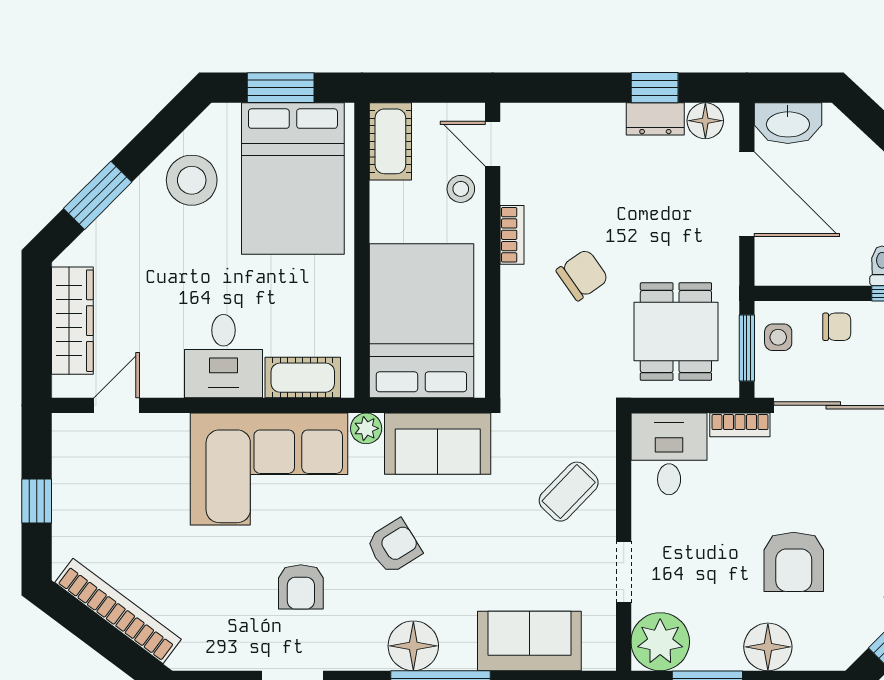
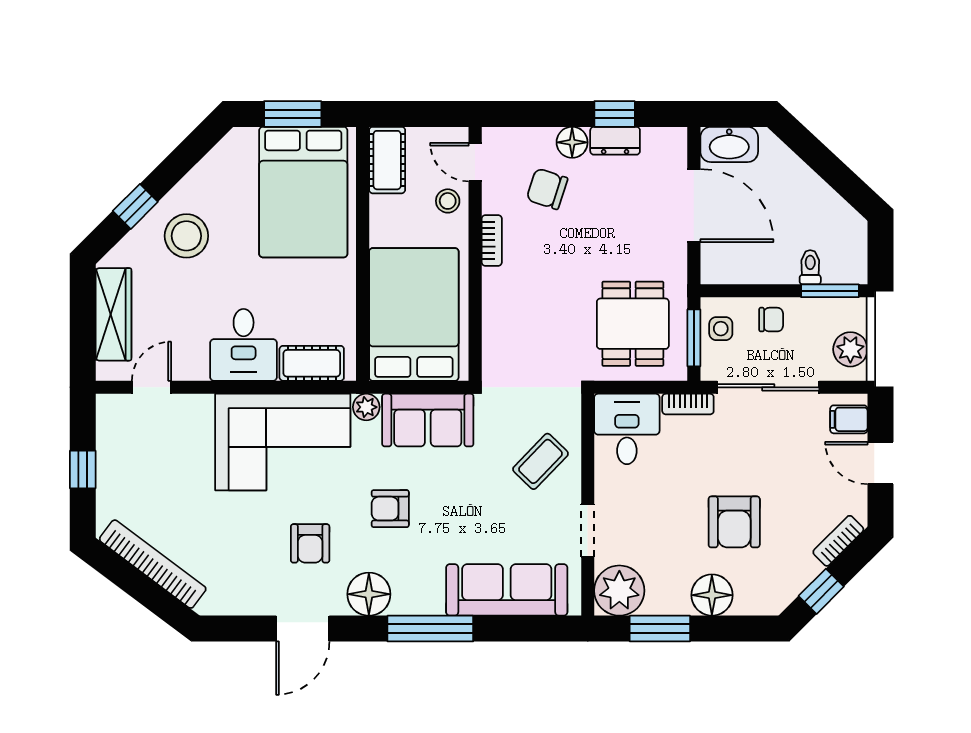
floor lamp: (705, 121) -> (572, 142), moved
stool: (192, 180) -> (186, 236), moved
window: (98, 195) -> (135, 206), width x0.67
chair: (582, 275) -> (547, 189), moved, turned -127
armchair: (394, 546) -> (390, 509), turned -148
sofa: (529, 641) -> (507, 590), width x1.36
floor lamp: (413, 646) -> (369, 594), moved

